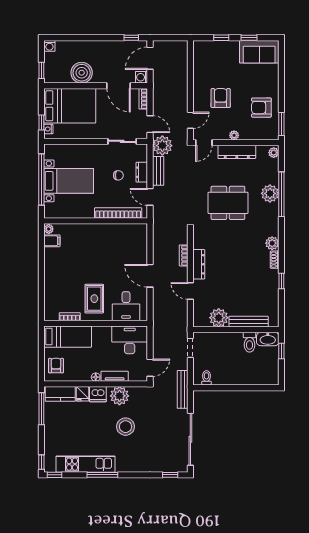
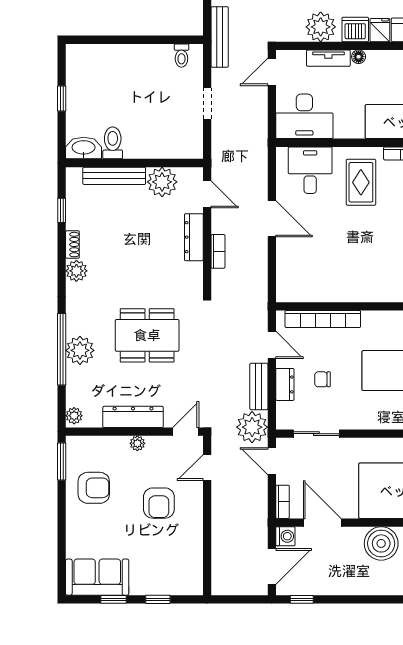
plant: (219, 318) -> (162, 182), moved
bench: (249, 322) -> (114, 176), moved
wall: (236, 330) -> (134, 163), moved
washbasin: (268, 339) -> (84, 148), moved
toilet: (250, 342) -> (113, 143), moved

